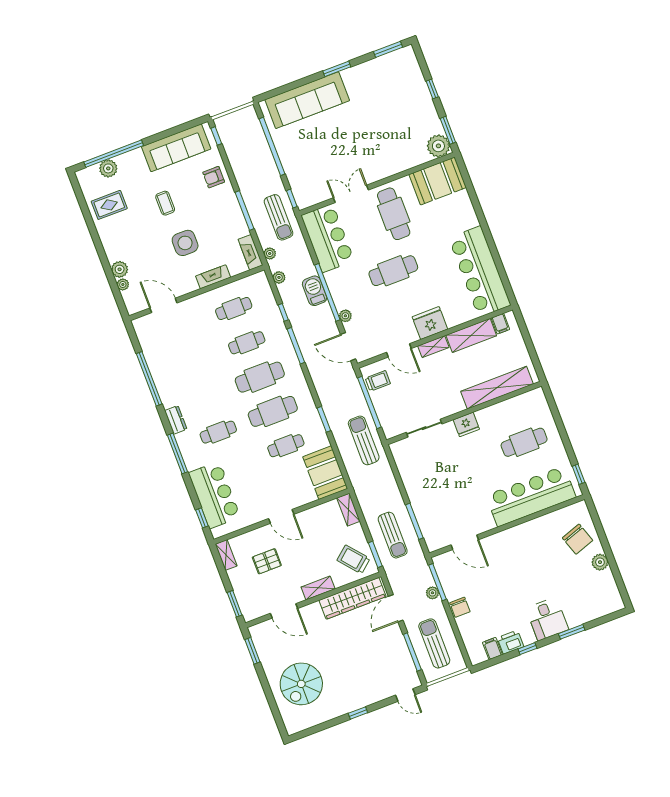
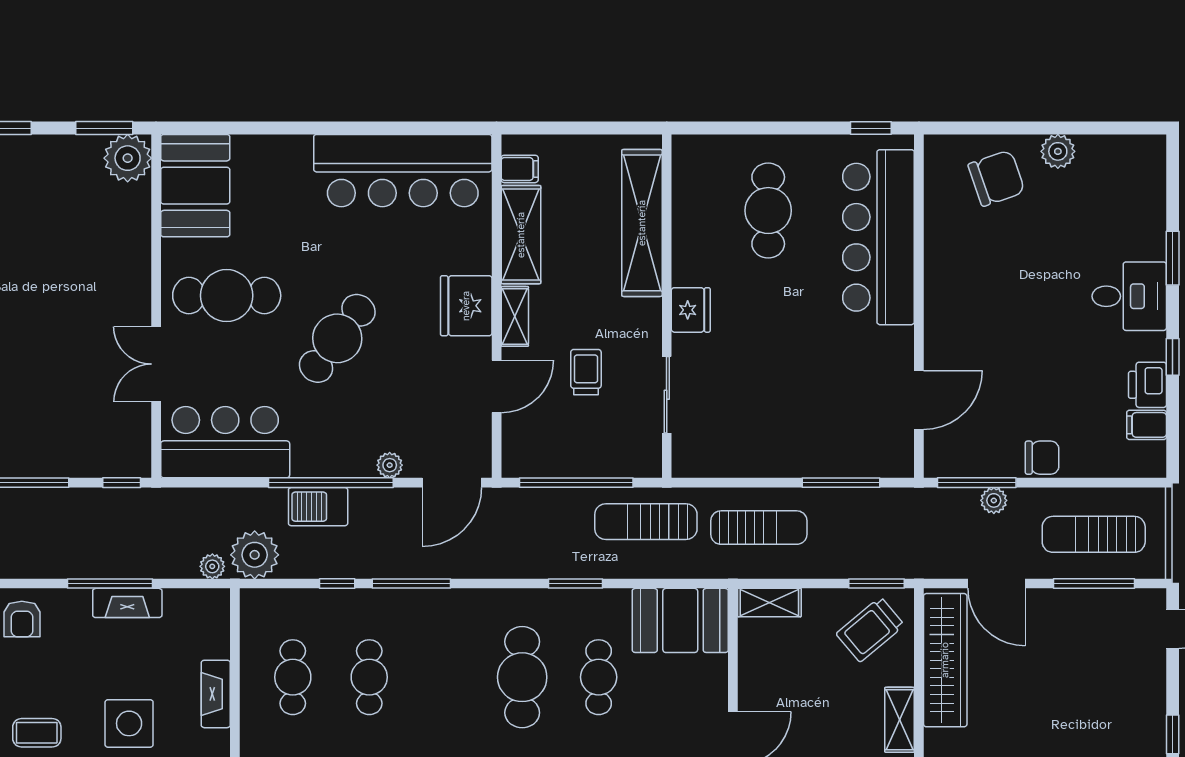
sun lounger: (279, 217) -> (148, 522), removed
fireplace: (250, 252) -> (127, 603), moved
cafe table: (393, 271) -> (337, 338), turned 37
plant: (279, 277) -> (255, 555), width x1.88, depth x1.88
cafe table: (260, 377) -> (446, 677), removed
trolley: (378, 381) -> (586, 372), moved
sun lounger: (393, 535) -> (759, 528), moved

